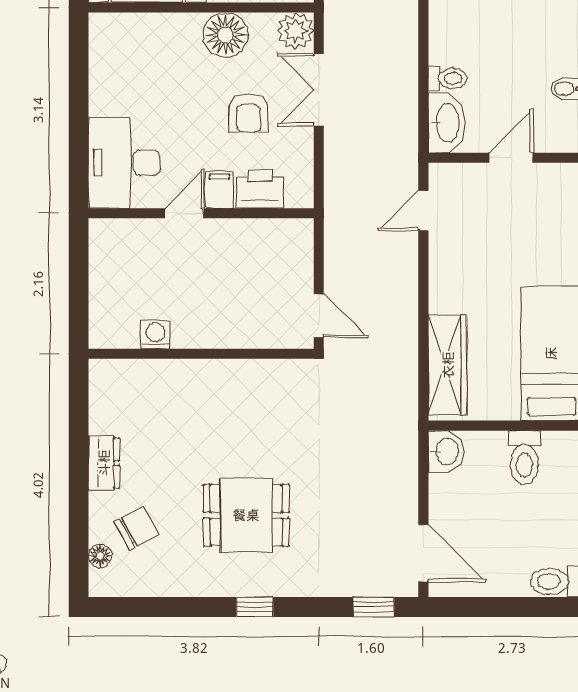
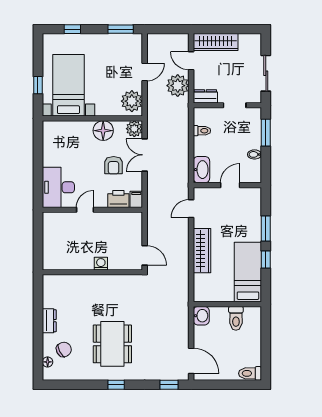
toilet: (448, 78) -> (202, 131), moved
filing cabinet: (219, 190) -> (136, 199), moved
washing machine: (155, 334) -> (101, 264), moved
wardrobe: (448, 365) -> (202, 251), moved
dining table: (246, 515) -> (112, 344), width x1.37

